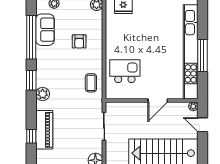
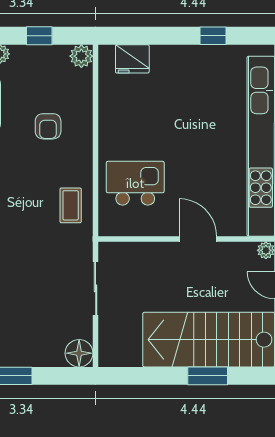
door: (158, 100) -> (198, 239), swing flipped

